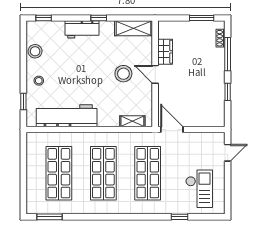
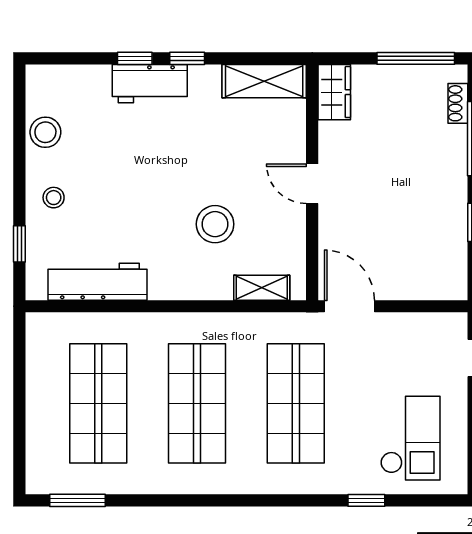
window: (44, 18) -> (135, 58), moved
window: (202, 18) -> (416, 58), width x1.44
wardrobe: (165, 52) -> (334, 92), moved
stool: (123, 74) -> (215, 224), moved
workbench: (67, 116) -> (97, 282), width x0.73, depth x0.76

